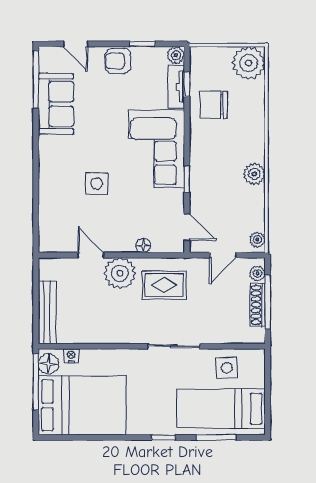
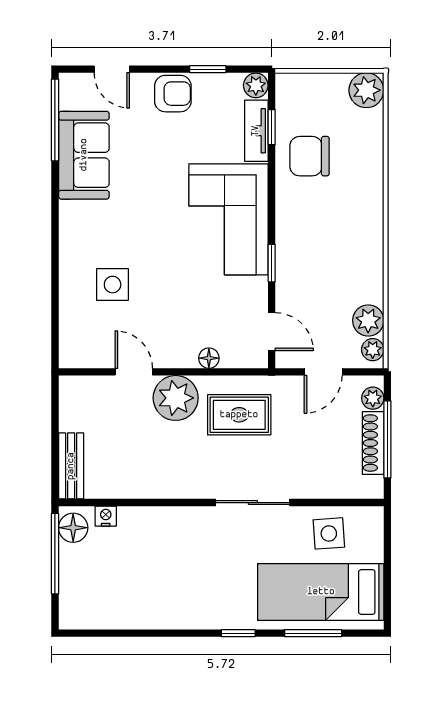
armchair: (118, 61) -> (173, 94), turned 180
plant: (249, 63) -> (366, 90), width x0.73, depth x0.73
plant: (254, 174) -> (368, 321), moved
side table: (97, 184) -> (113, 285), moved
bench: (47, 312) -> (71, 466), width x0.73
bed: (82, 405) -> (121, 587), removed

